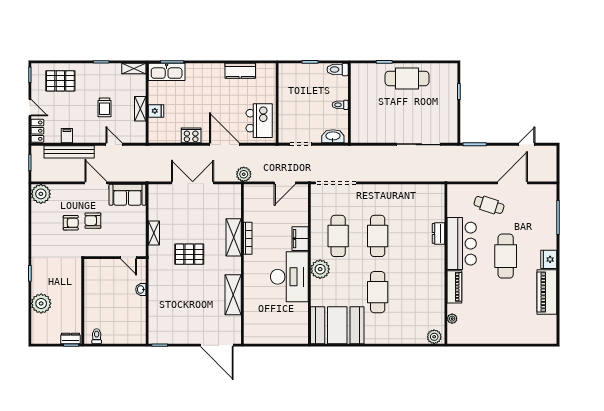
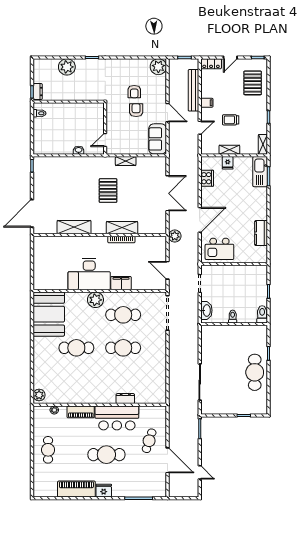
cooker: (191, 135) -> (207, 178), moved
filing cabinet: (67, 136) -> (207, 103), moved
door: (96, 183) -> (167, 113), hinge flipped
cafe table: (500, 326) -> (48, 450), added

